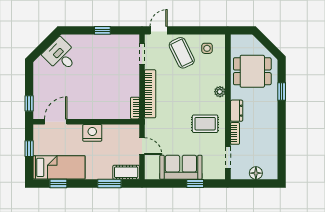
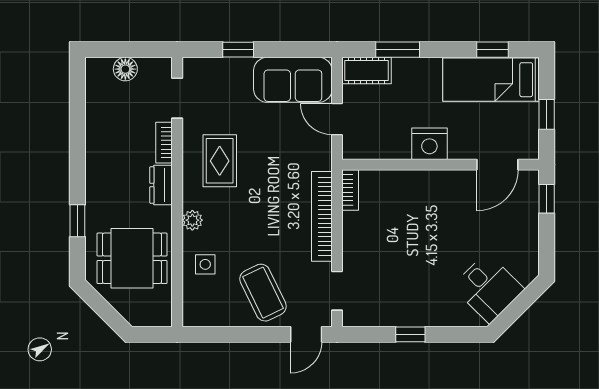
side table: (207, 48) -> (205, 264), moved
rug: (205, 124) -> (220, 161), turned 90
sofa: (181, 167) -> (293, 80), moved

